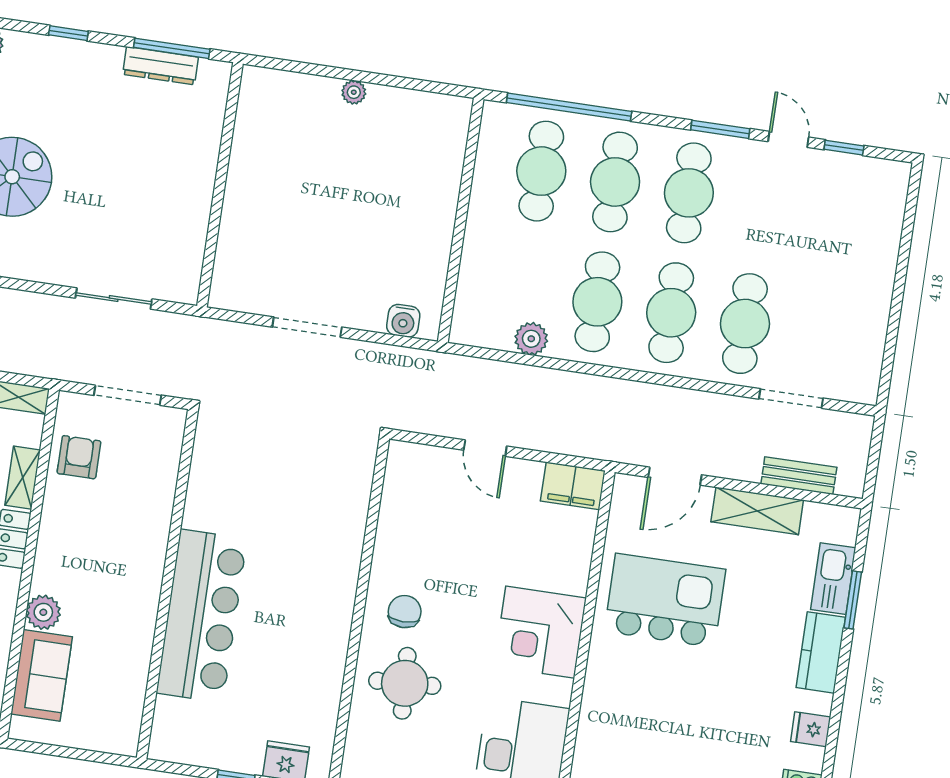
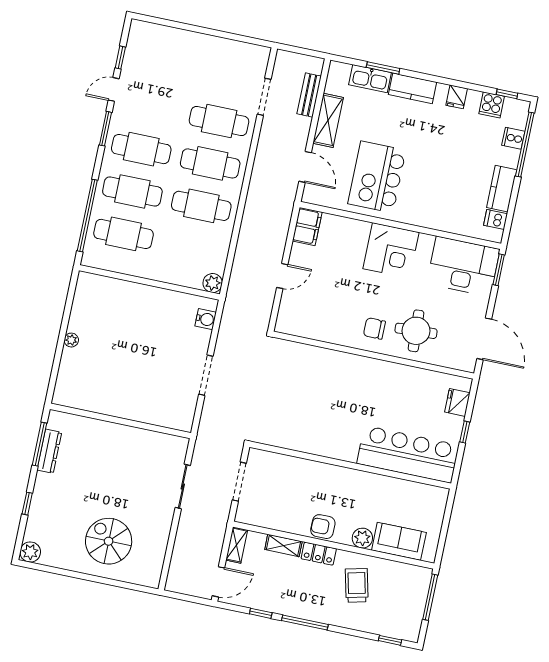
plant: (531, 339) -> (213, 283), moved
armchair: (79, 457) -> (323, 527), moved
bar counter: (202, 616) -> (408, 454), moved

